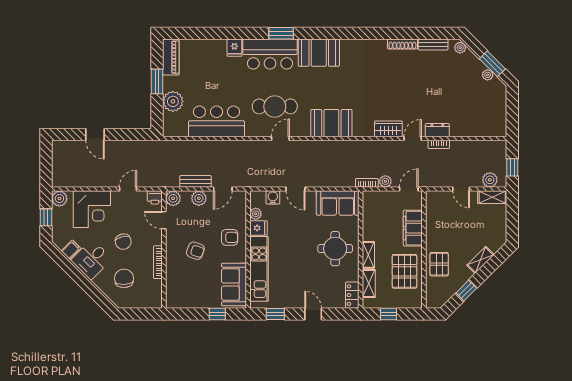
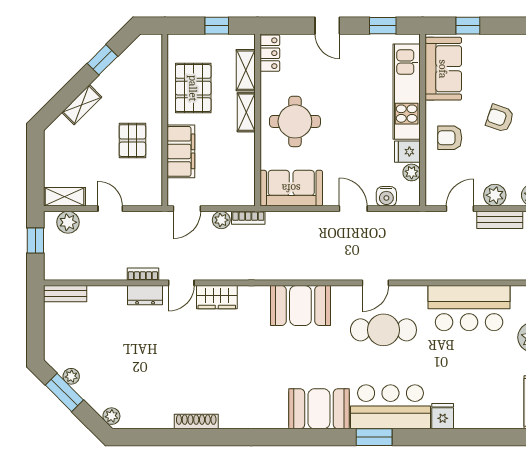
bench: (433, 45) -> (65, 294), moved
pallet: (439, 264) -> (132, 141), moved

